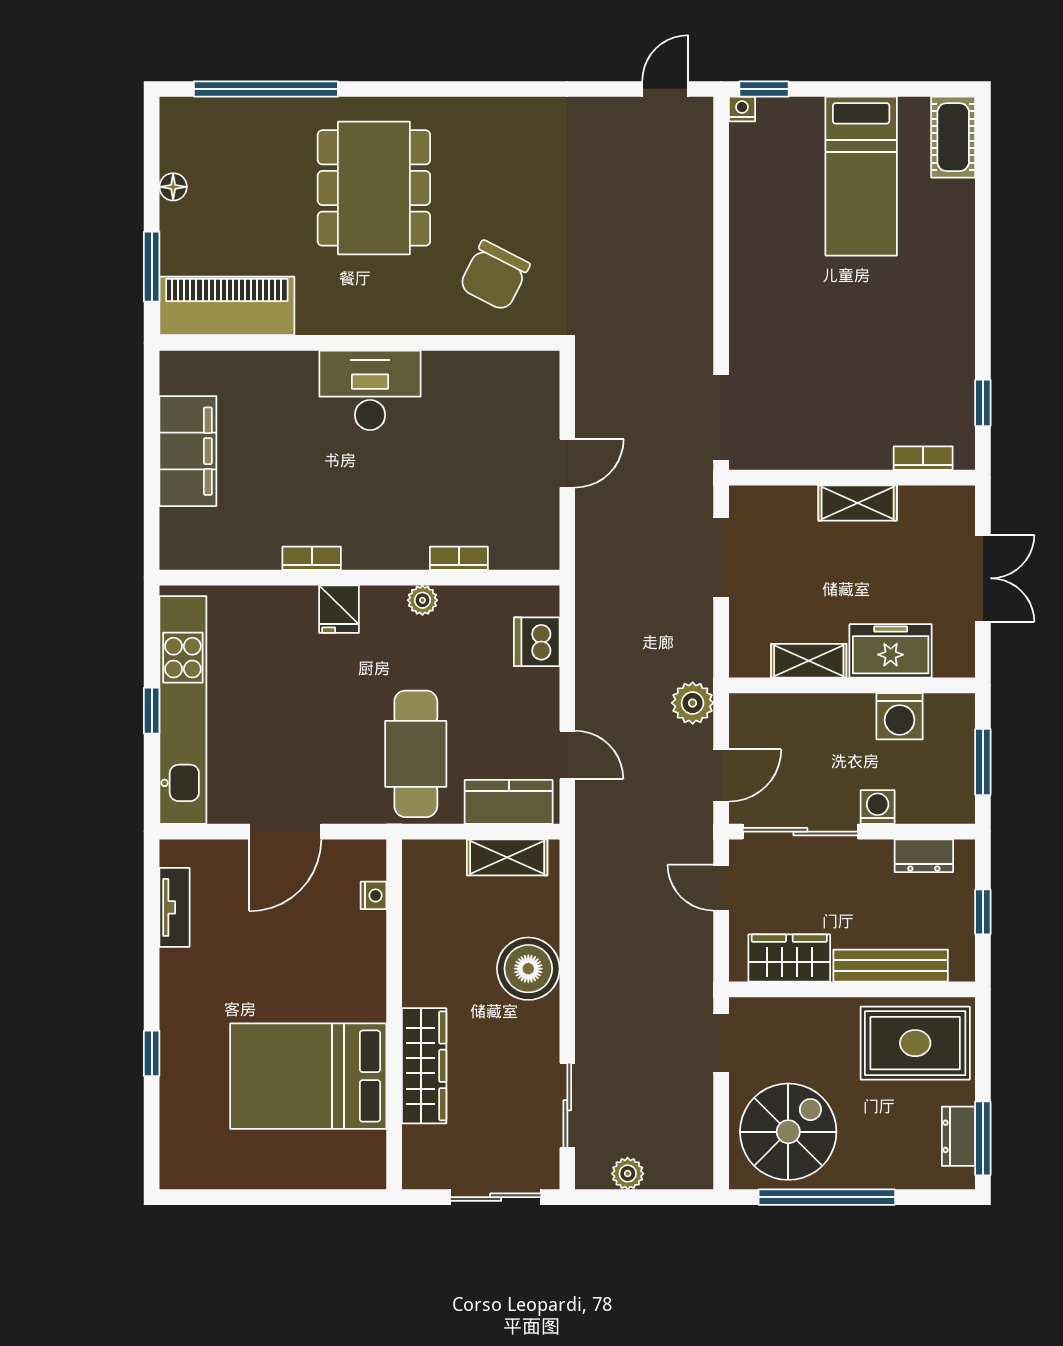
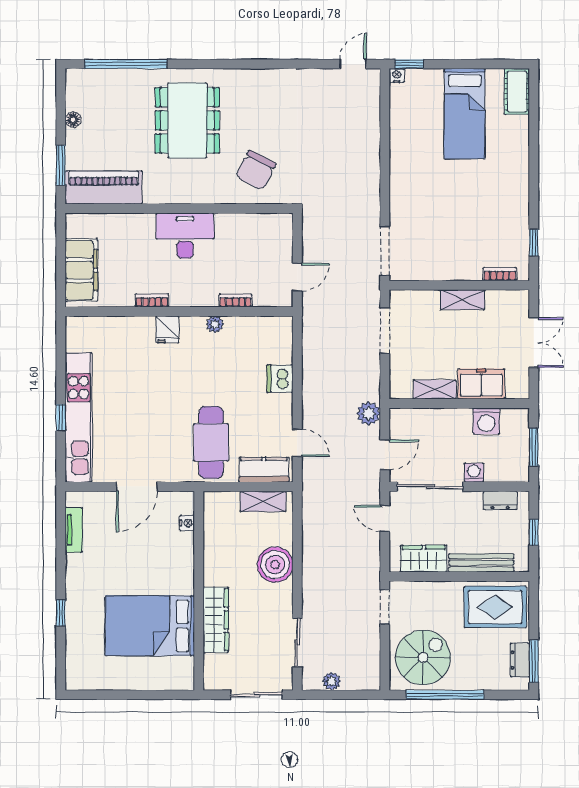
bookcase: (312, 558) -> (152, 300), moved
bookcase: (459, 558) -> (236, 300), moved
wall: (359, 578) -> (179, 311), moved
plant: (422, 600) -> (215, 324), moved
fridge: (339, 609) -> (167, 329), moved

